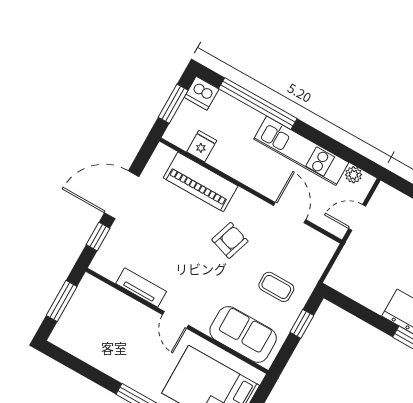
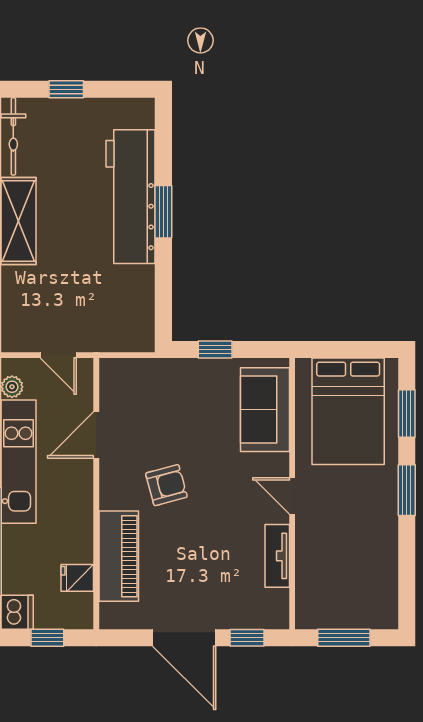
window: (173, 104) -> (47, 638), width x0.67
armchair: (230, 240) -> (166, 485), turned 147
coffee table: (276, 287) -> (189, 402), removed
door: (175, 320) -> (292, 496), swing flipped

